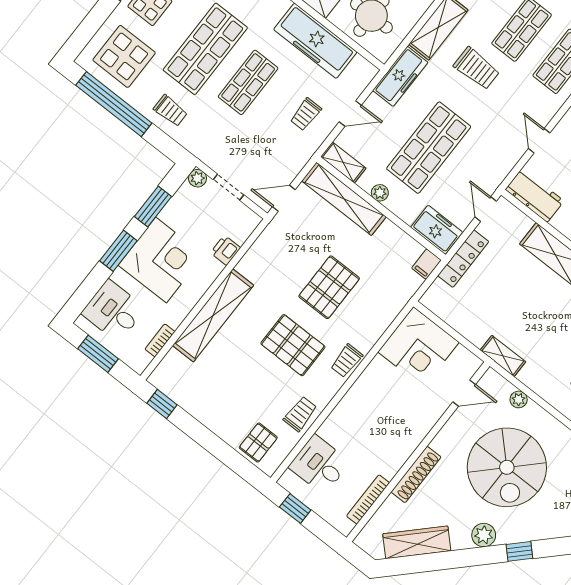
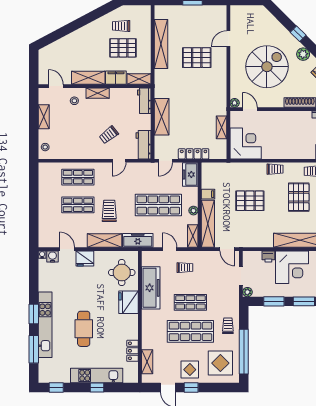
corner desk: (161, 260) -> (292, 267), moved, turned 180
filing cabinet: (426, 264) -> (208, 194), moved
pallet: (293, 345) -> (299, 197), moved
shelving: (503, 356) -> (221, 127), moved
plant: (519, 399) -> (235, 103), moved

